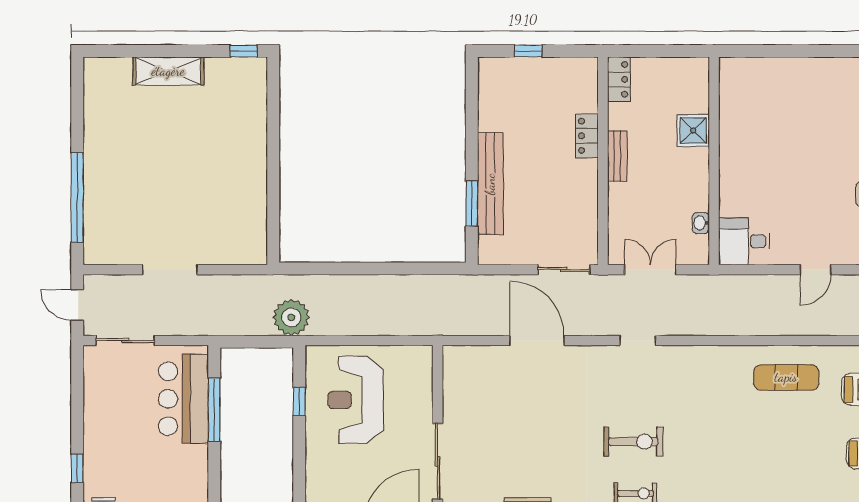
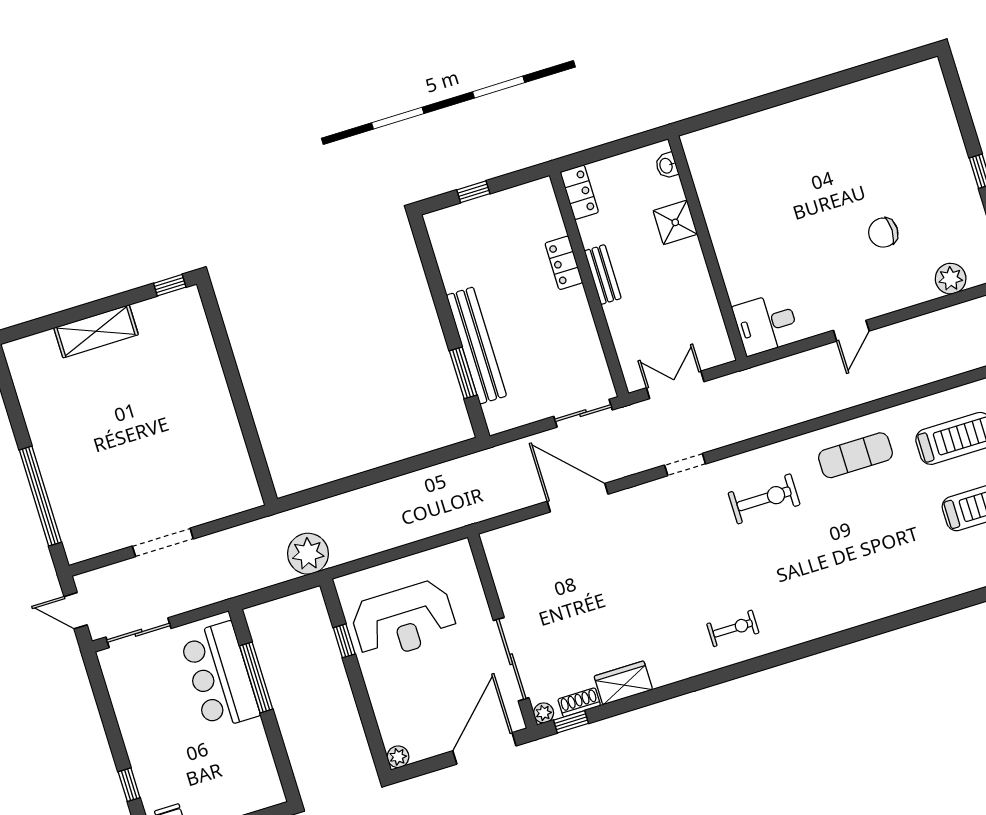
washbasin: (701, 223) -> (667, 166), moved
reception desk: (356, 400) -> (404, 620), turned -90
exercise bike: (633, 442) -> (764, 499), moved

